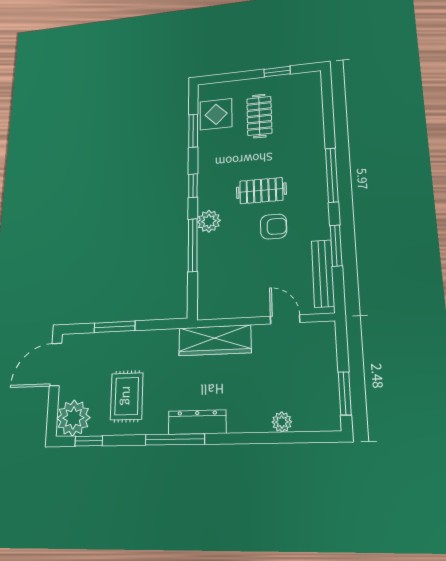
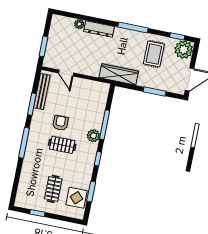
armchair: (274, 227) -> (60, 123), turned 90
wardrobe: (215, 340) -> (119, 74), moved
window: (345, 393) -> (43, 46), moved
dresser: (197, 422) -> (99, 29), moved

